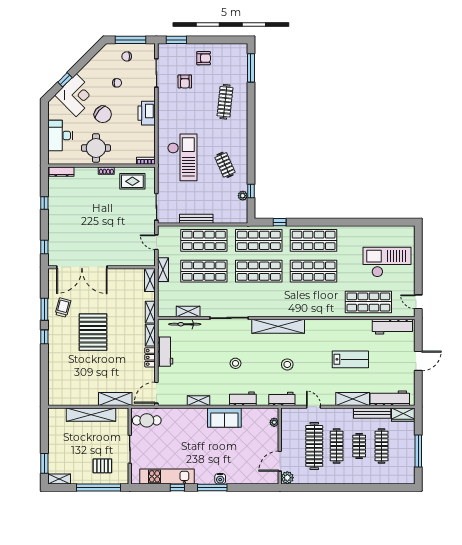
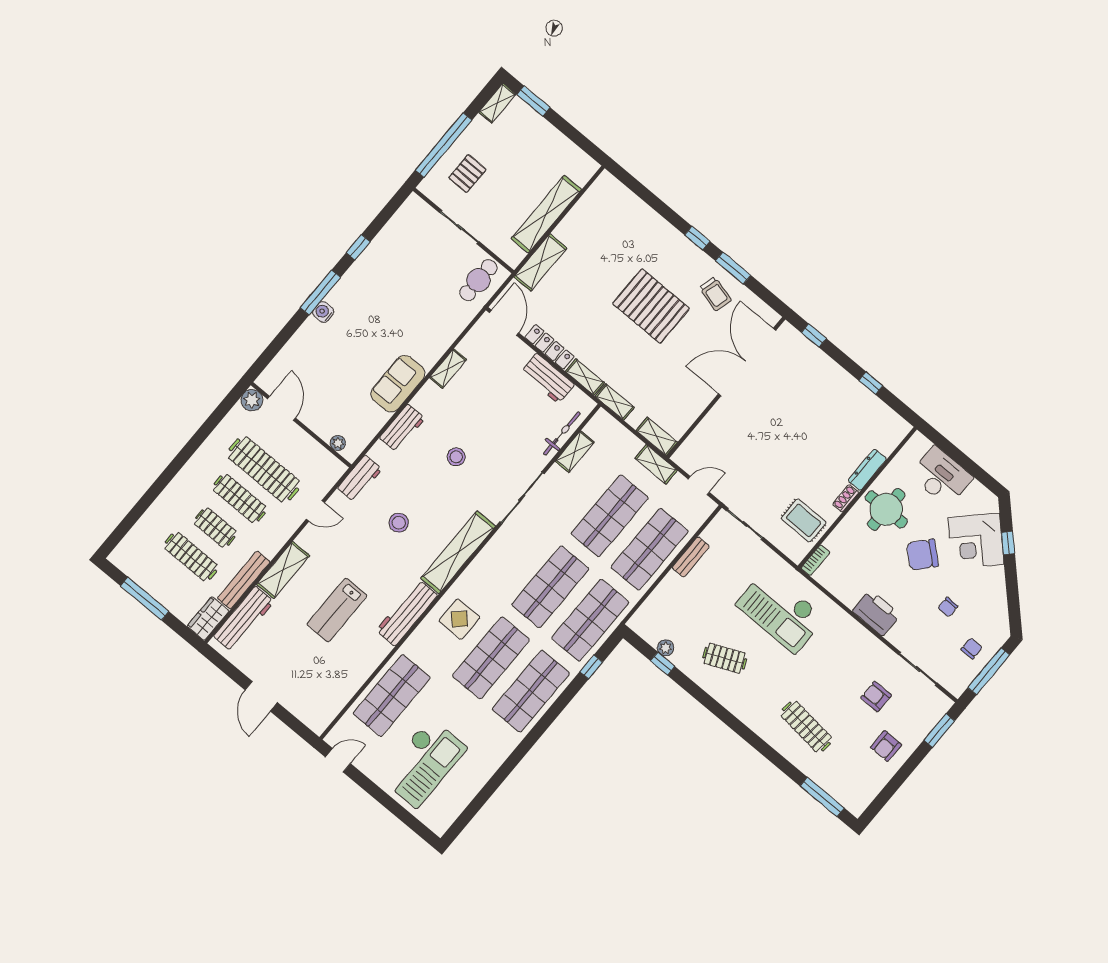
dresser: (61, 172) -> (867, 470), moved
rug: (132, 181) -> (804, 520), turned 90
bench: (196, 219) -> (691, 557), width x0.73
display table: (308, 300) -> (459, 619), added
workbench: (392, 327) -> (407, 613), moved
locker: (150, 357) -> (549, 347), width x1.53
kitchen unit: (167, 476) -> (384, 246), removed

